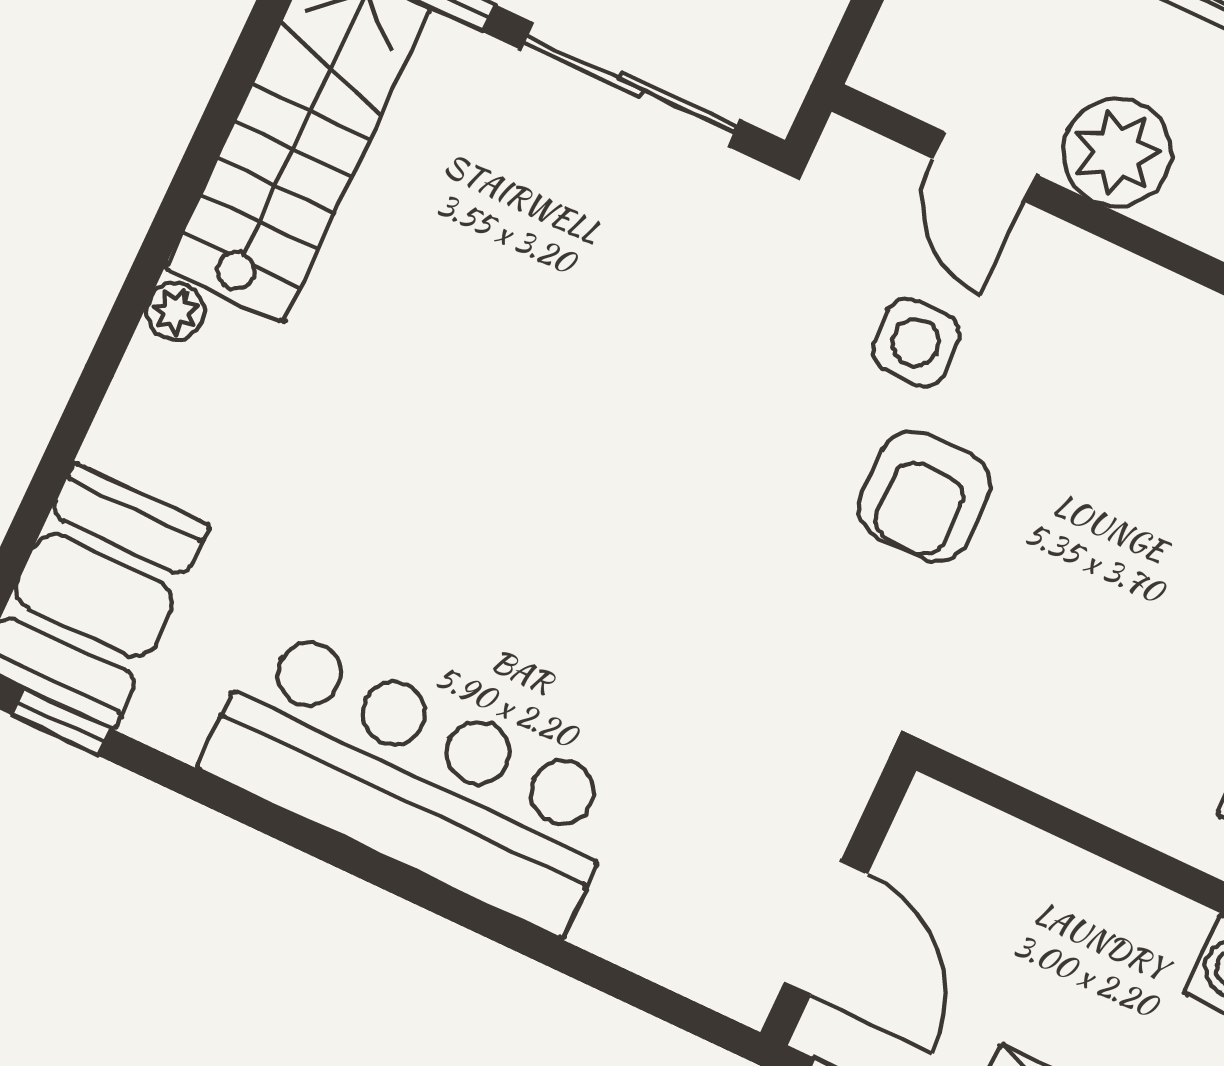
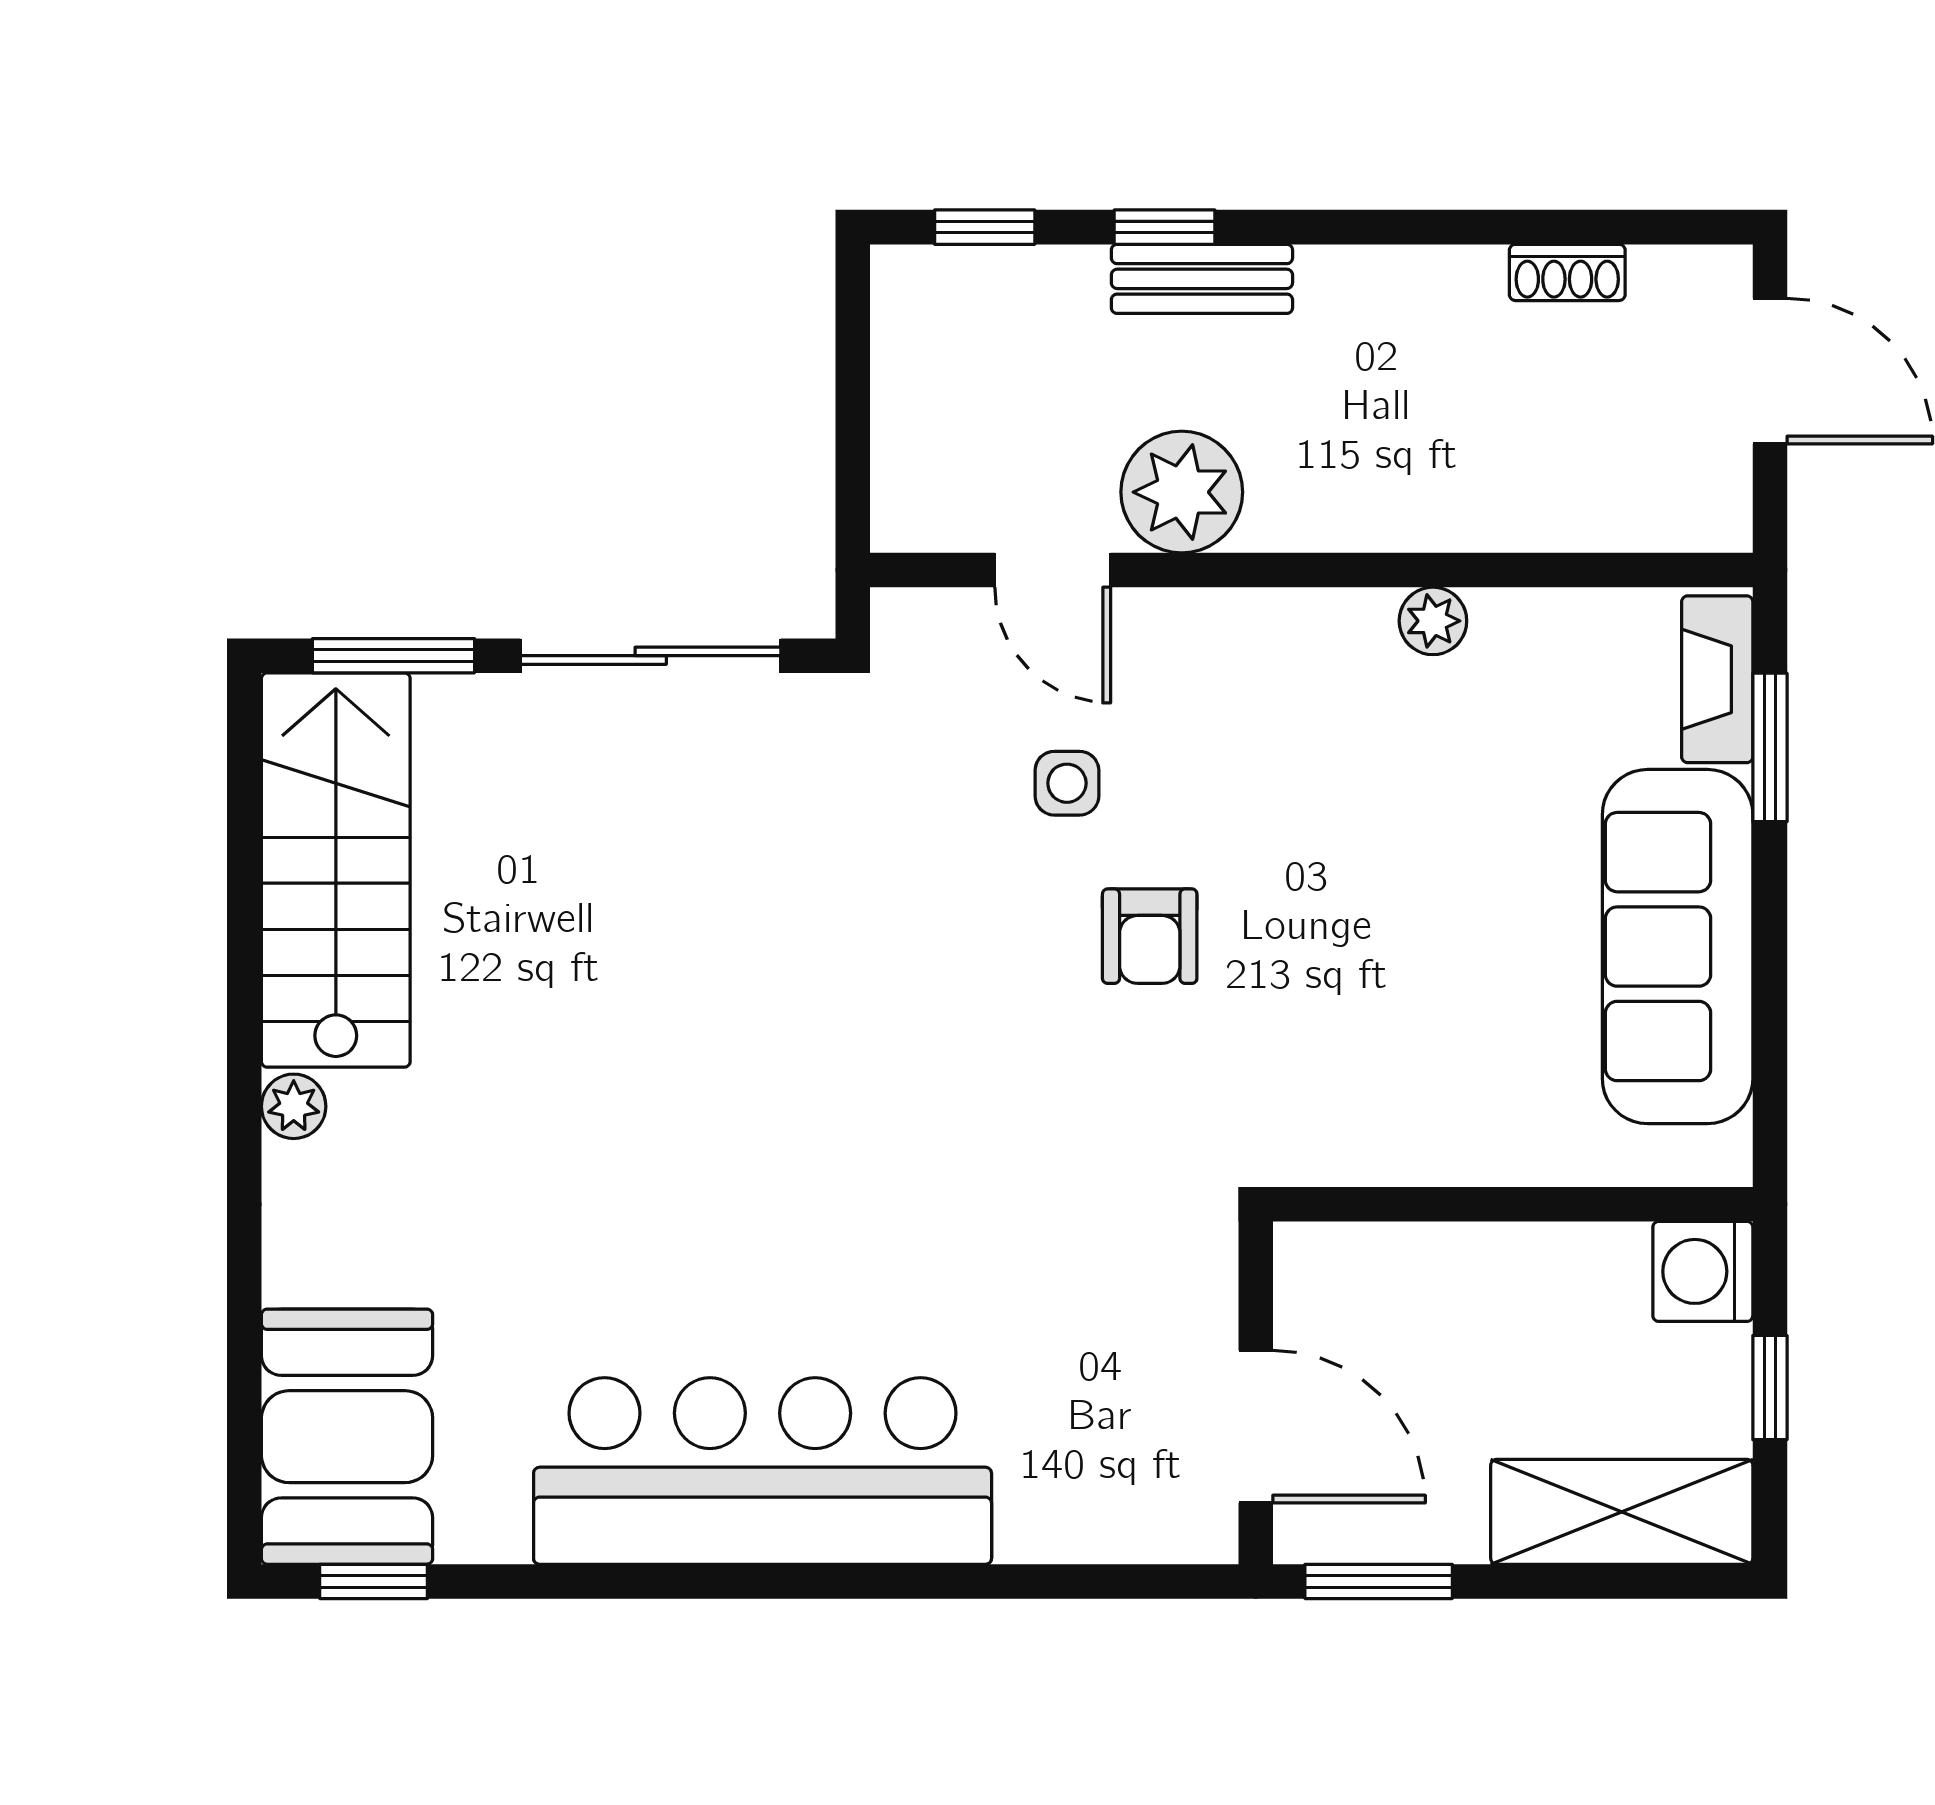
side table: (916, 343) -> (1067, 783), width x0.73, depth x0.73
armchair: (925, 496) -> (1150, 936), width x0.72, depth x0.72

